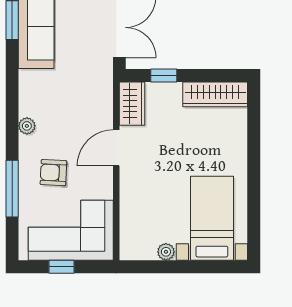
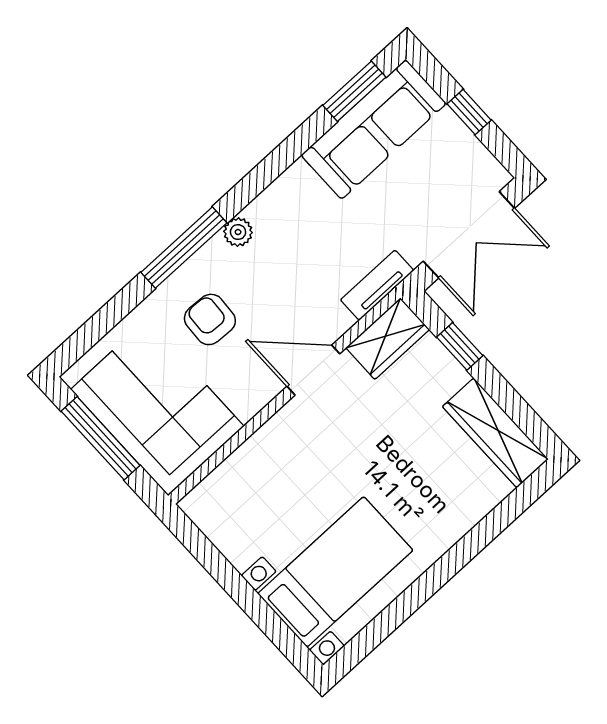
tv unit: (105, 87) -> (377, 285), added
window: (12, 189) -> (184, 248), moved
plant: (166, 252) -> (240, 553), removed
window: (61, 267) -> (101, 438), width x2.17

